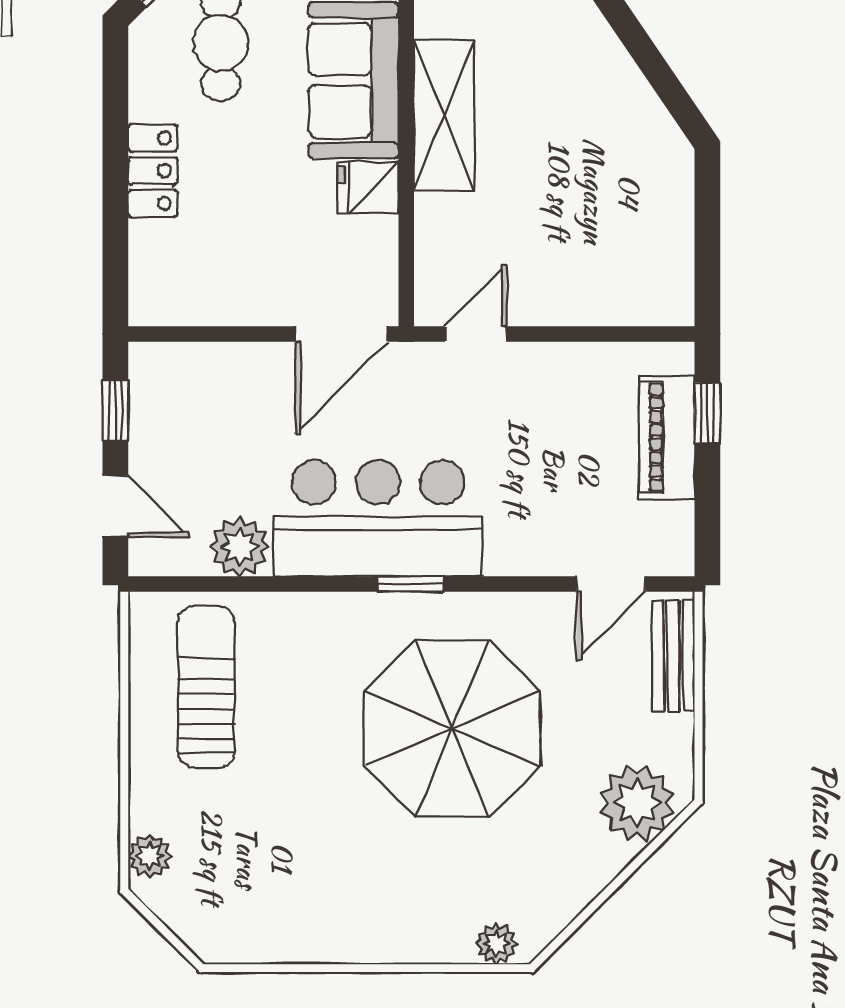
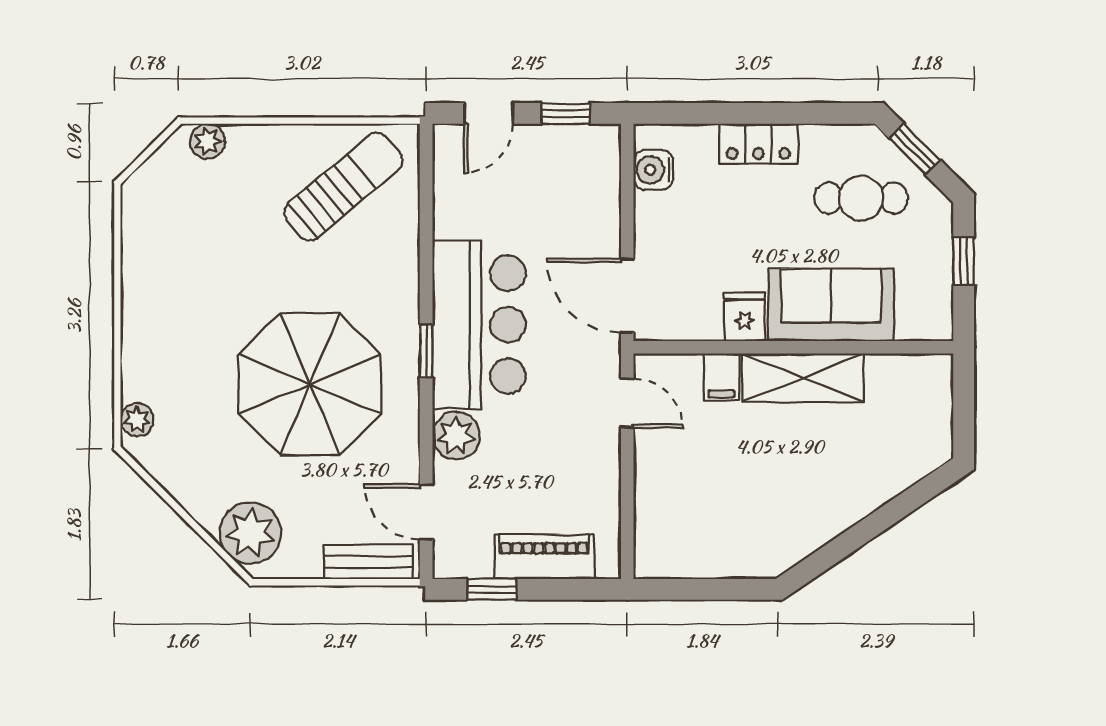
filing cabinet: (443, 217) -> (721, 377), added
water cooler: (185, 301) -> (653, 170), added
window: (707, 413) -> (492, 589), moved
plant: (240, 547) -> (456, 436), moved
sun lounger: (206, 687) -> (343, 187), turned -40

